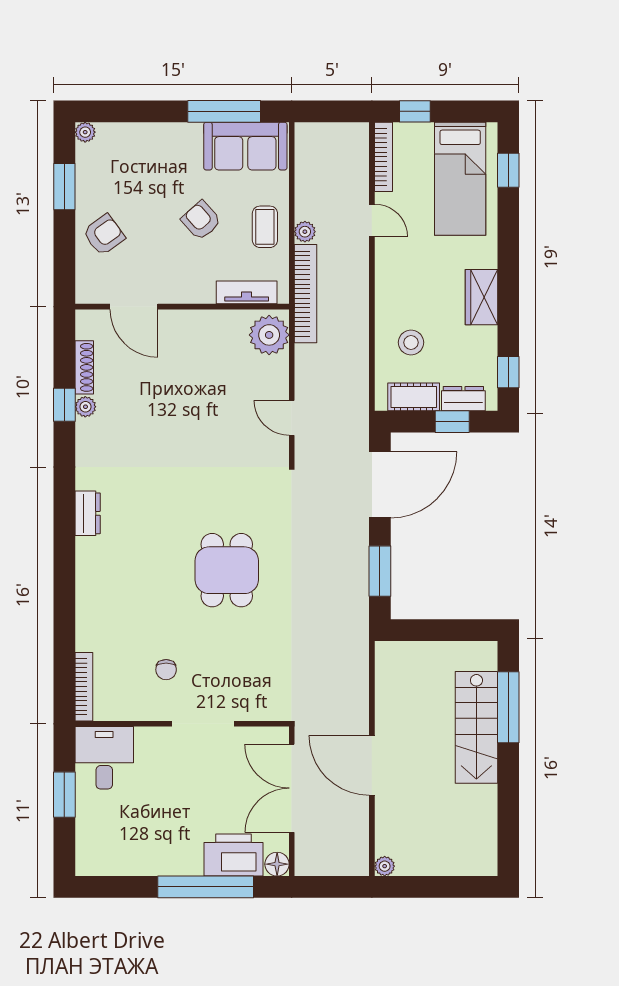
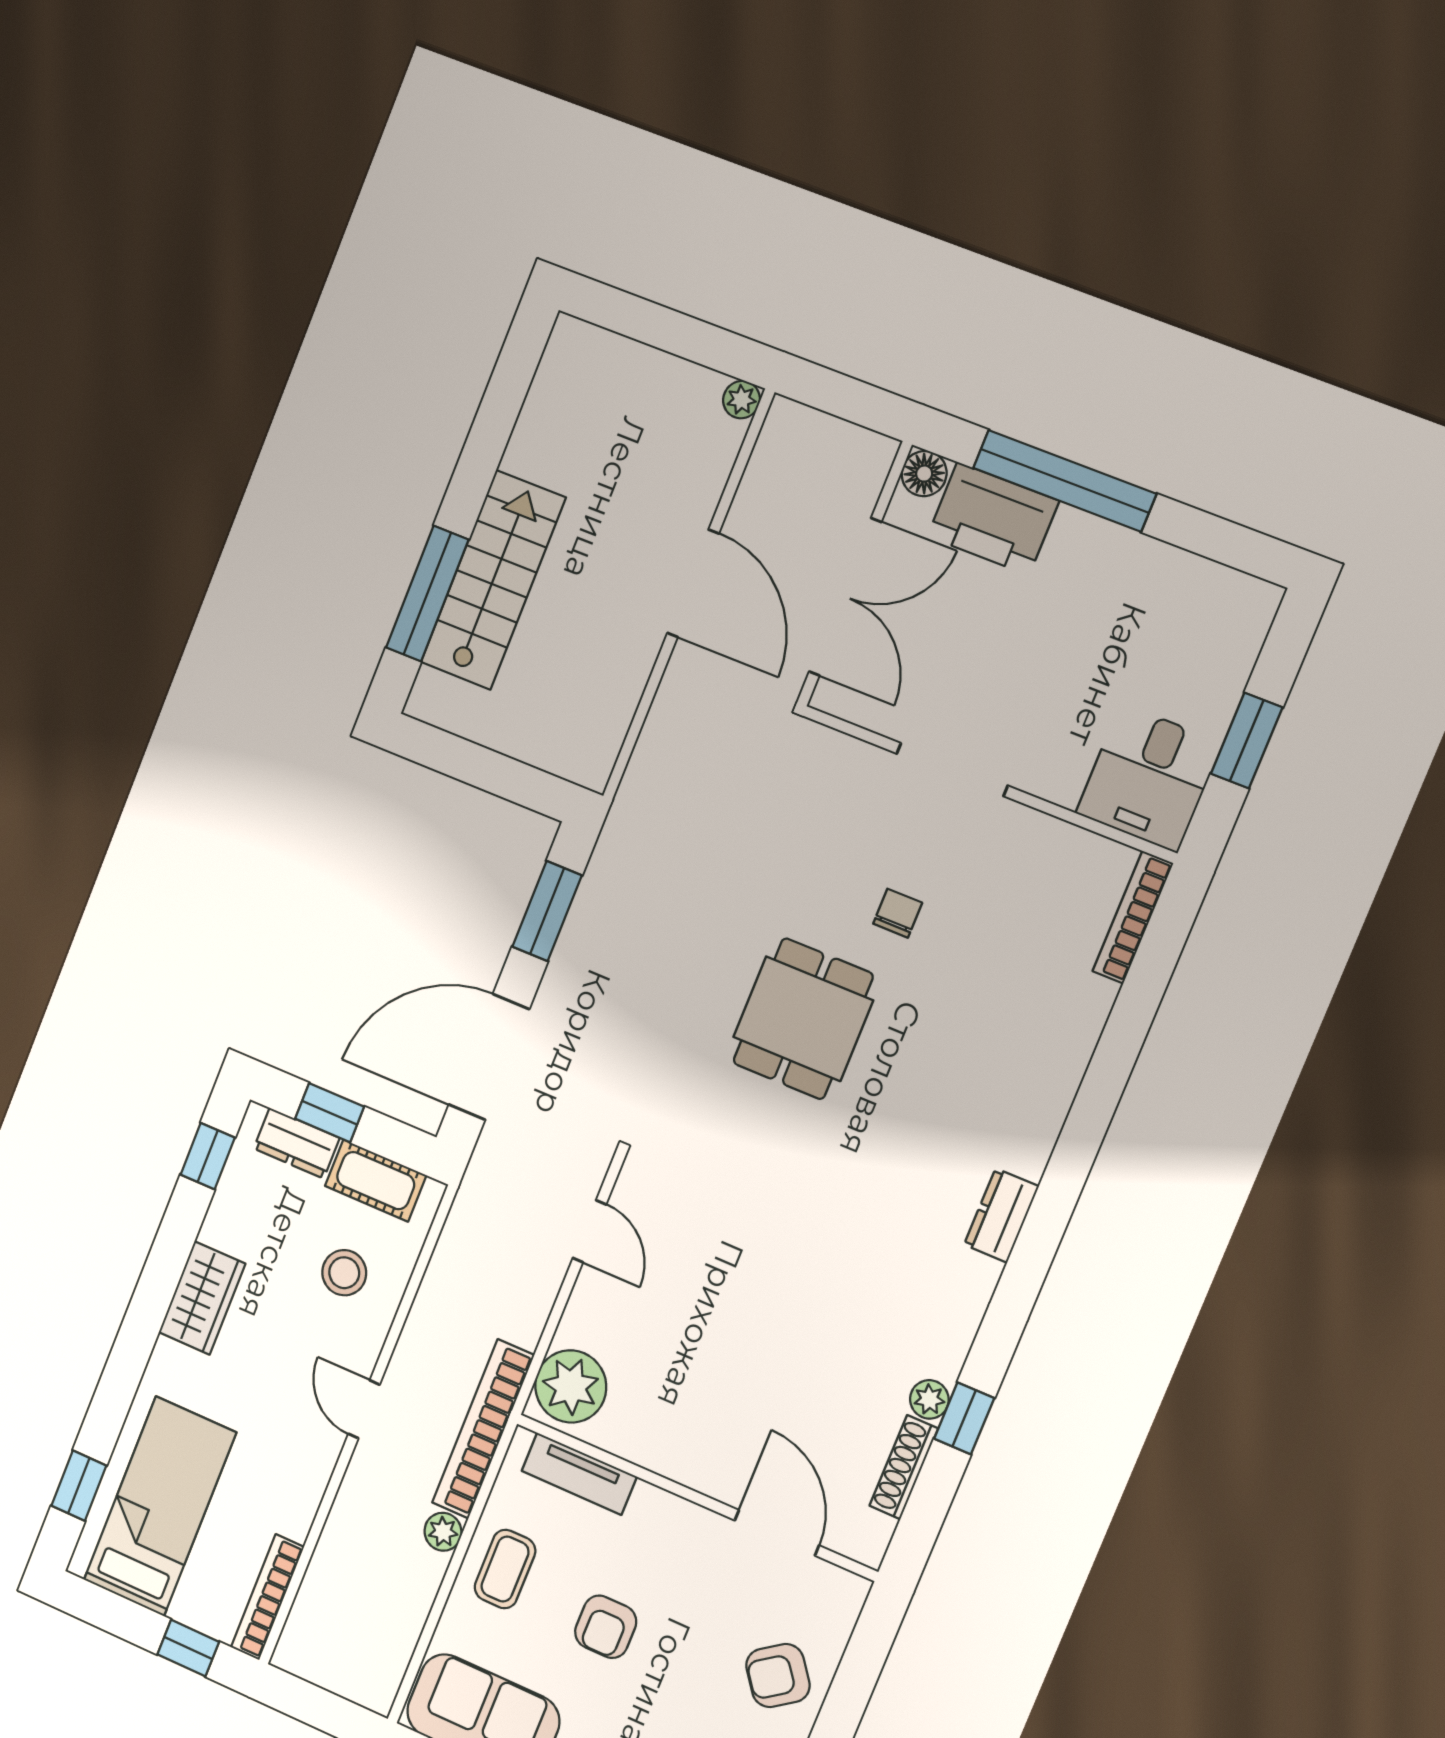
armchair: (201, 220) -> (606, 1627), turned 42
door: (372, 220) -> (364, 1409), moved
chair: (166, 670) -> (898, 913), moved

